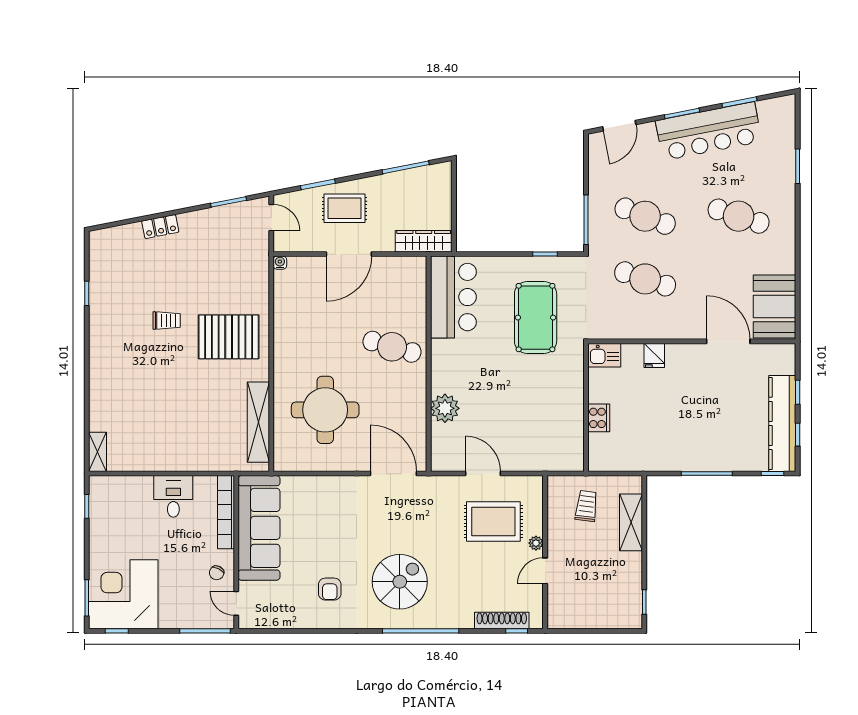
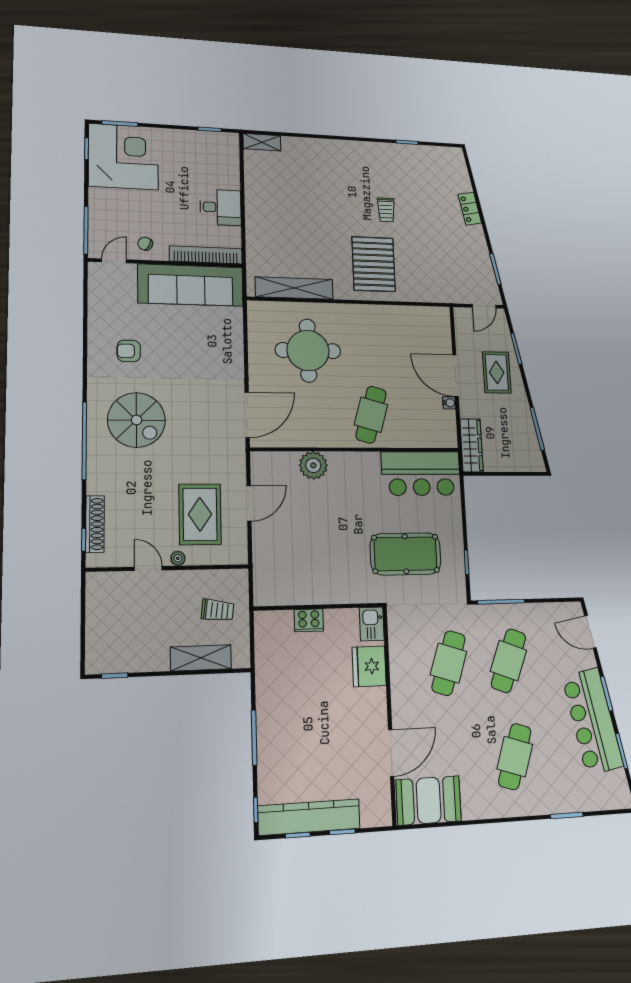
water cooler: (280, 263) -> (449, 403), moved
fridge: (654, 356) -> (369, 666), width x1.88, depth x1.34

